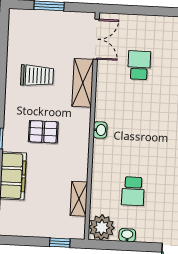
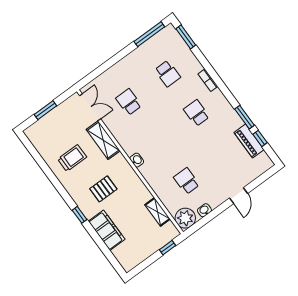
school desk: (133, 191) -> (187, 181), turned 180

